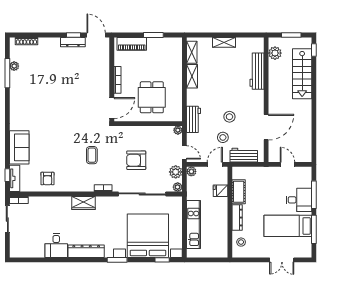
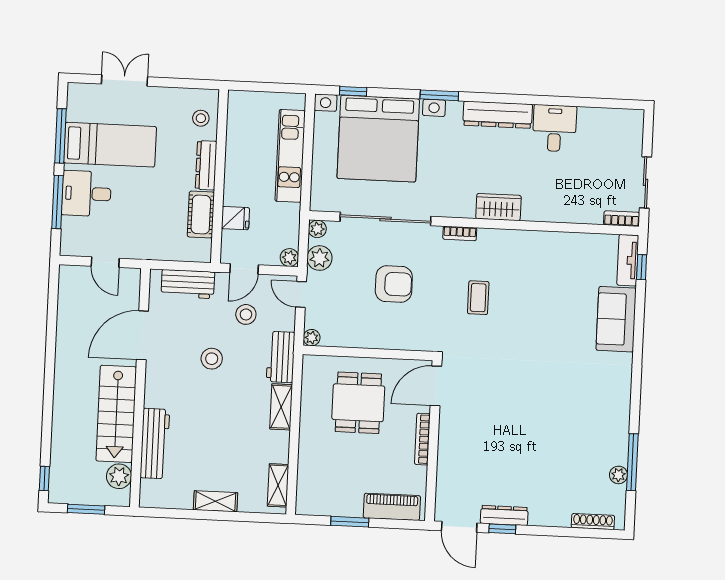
stairs: (302, 74) -> (116, 414), moved, turned 180
shelving: (192, 76) -> (281, 407), moved
stool: (223, 137) -> (246, 314), moved
armchair: (47, 179) -> (565, 257), removed

